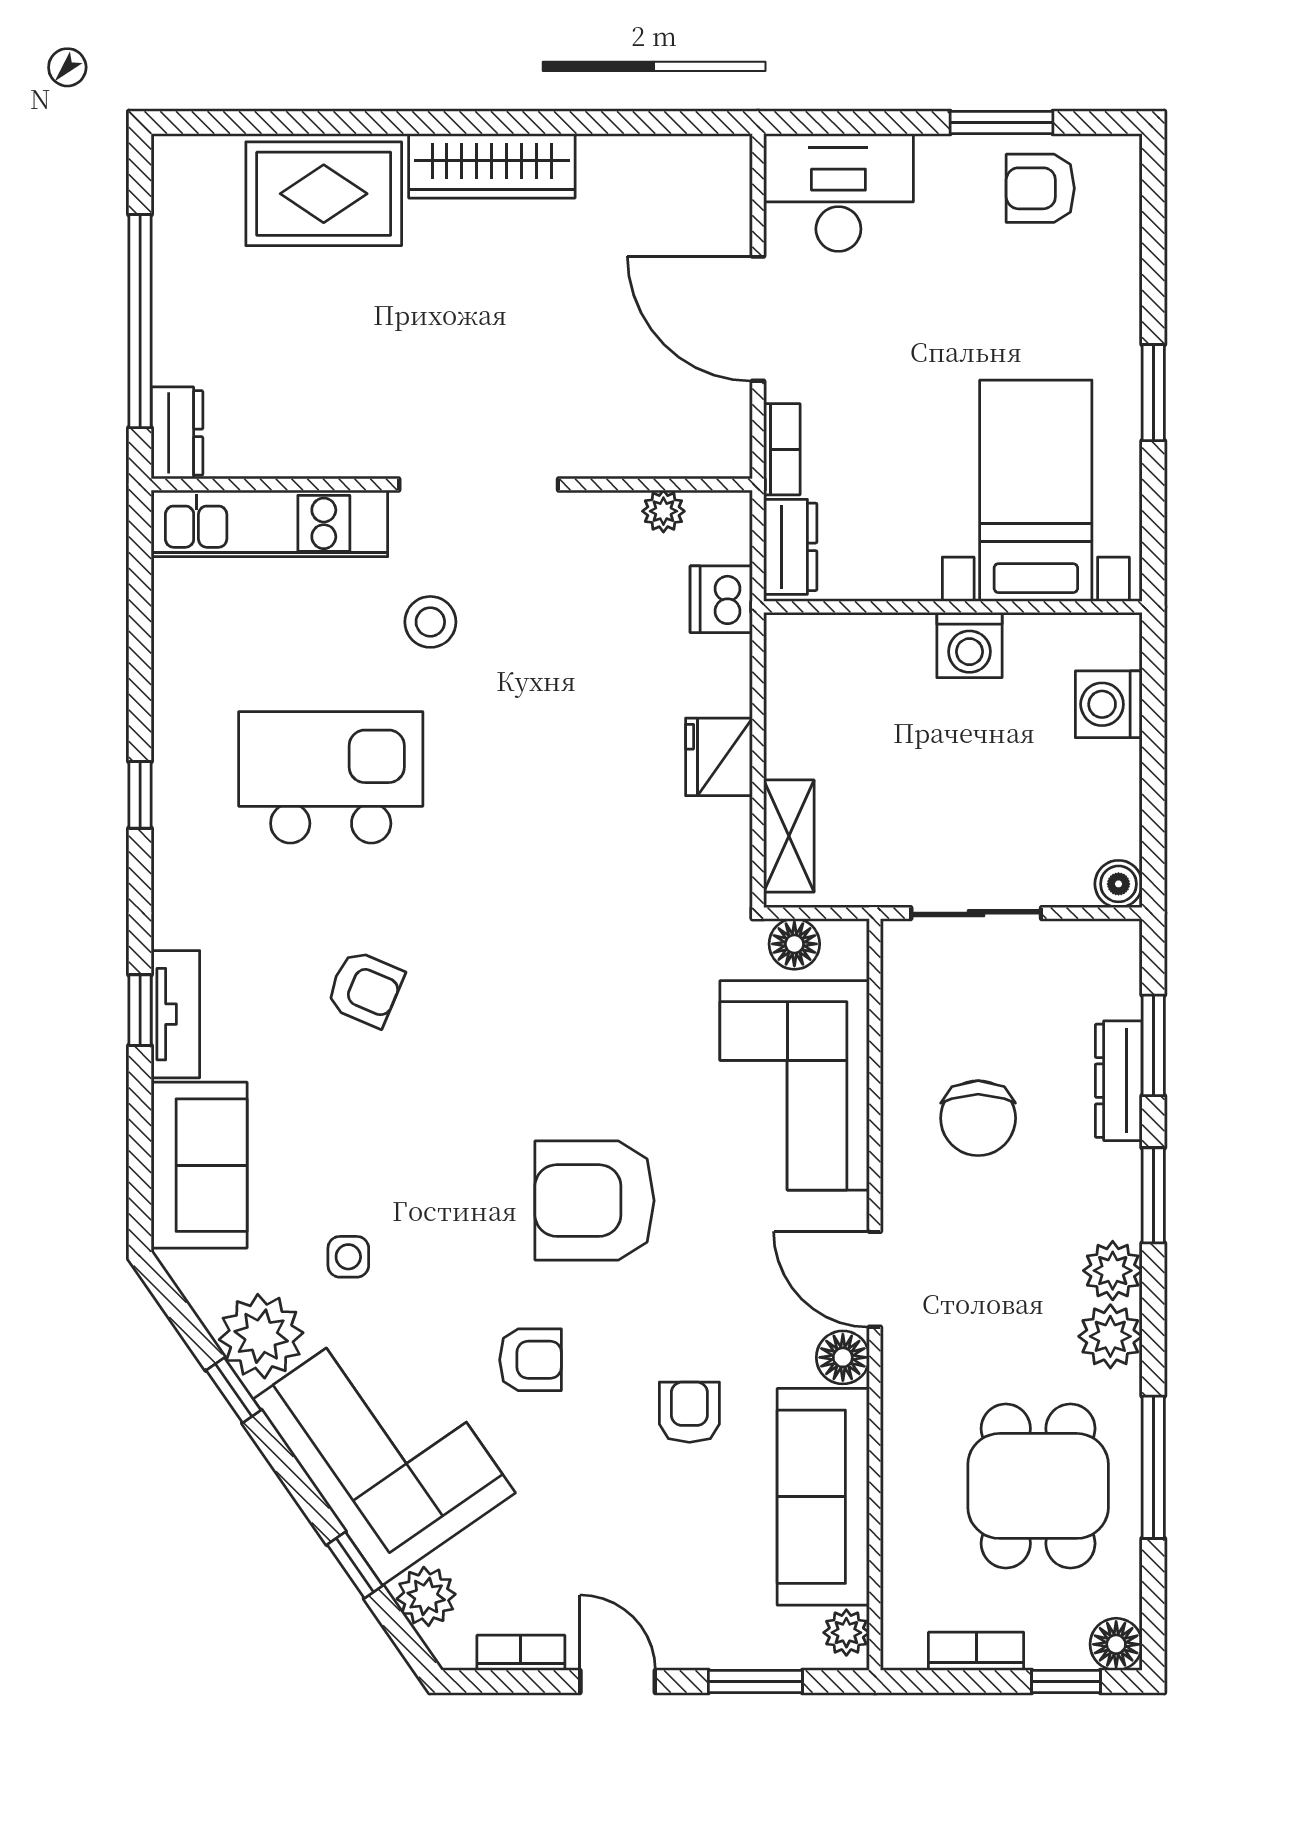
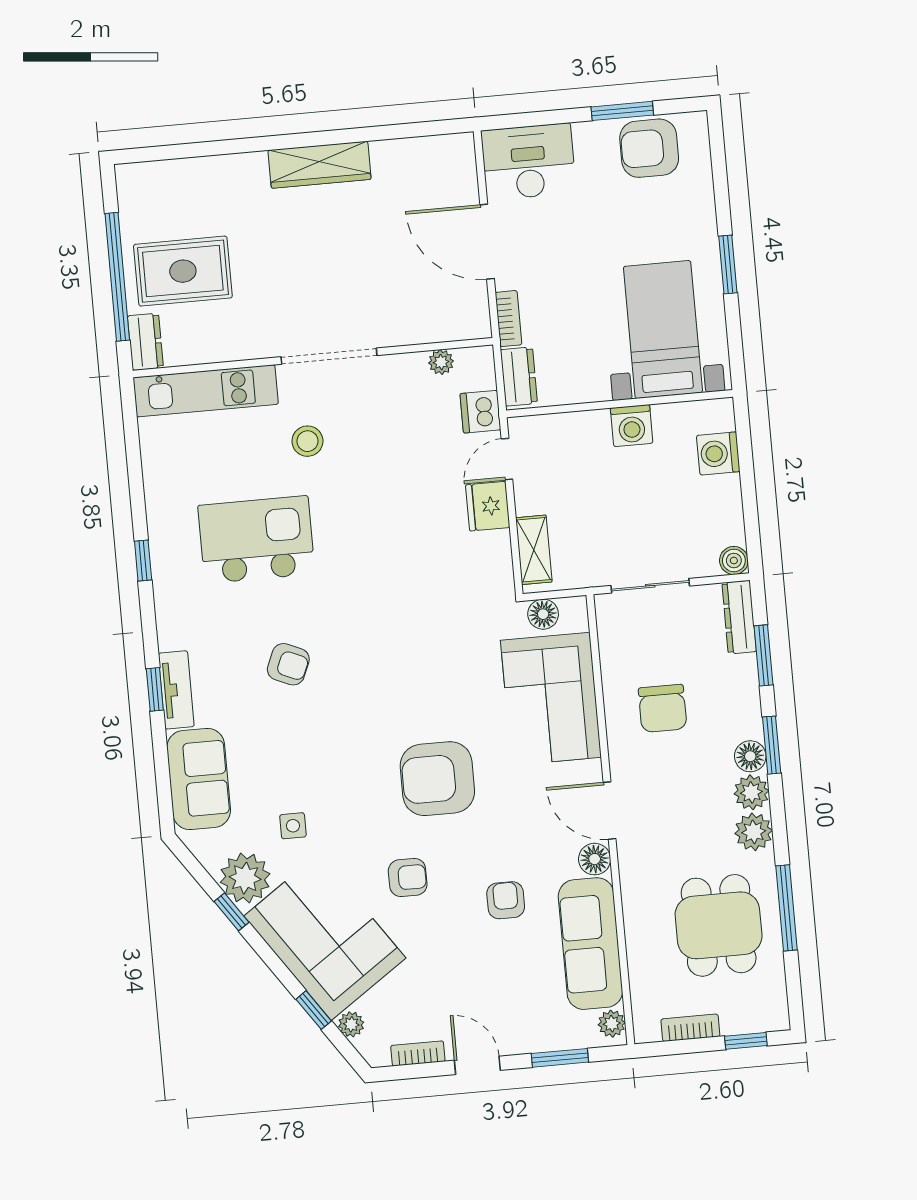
armchair: (1040, 188) -> (649, 148), width x1.38, depth x1.38
rug: (324, 194) -> (183, 271), moved
door: (758, 682) -> (507, 459), added
dresser: (1119, 1081) -> (739, 617), moved
plant: (426, 1596) -> (351, 1024), width x0.73, depth x0.73
floor lamp: (1116, 1644) -> (750, 756), moved

